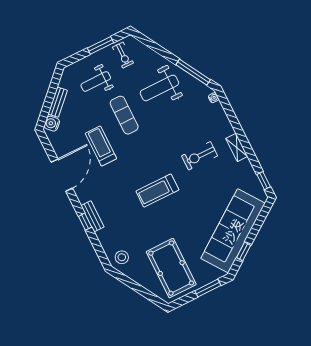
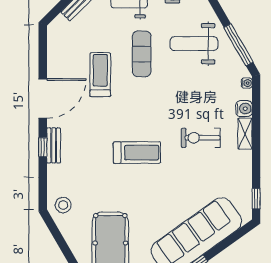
water cooler: (52, 124) -> (244, 109), moved, turned 135
shelving: (237, 147) -> (245, 134), moved
door: (62, 175) -> (43, 98), moved
treadmill: (157, 191) -> (137, 153), turned 180

